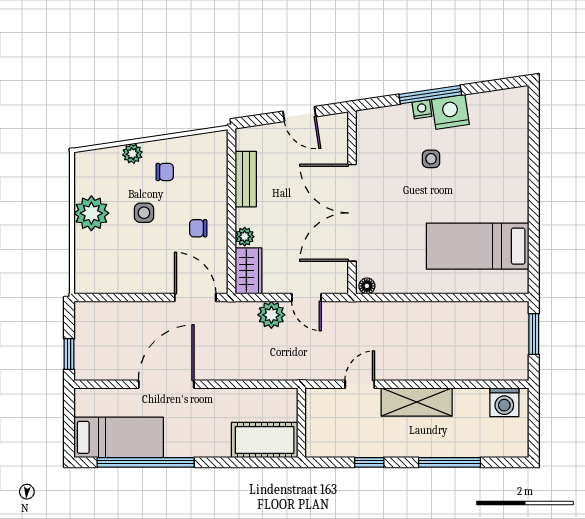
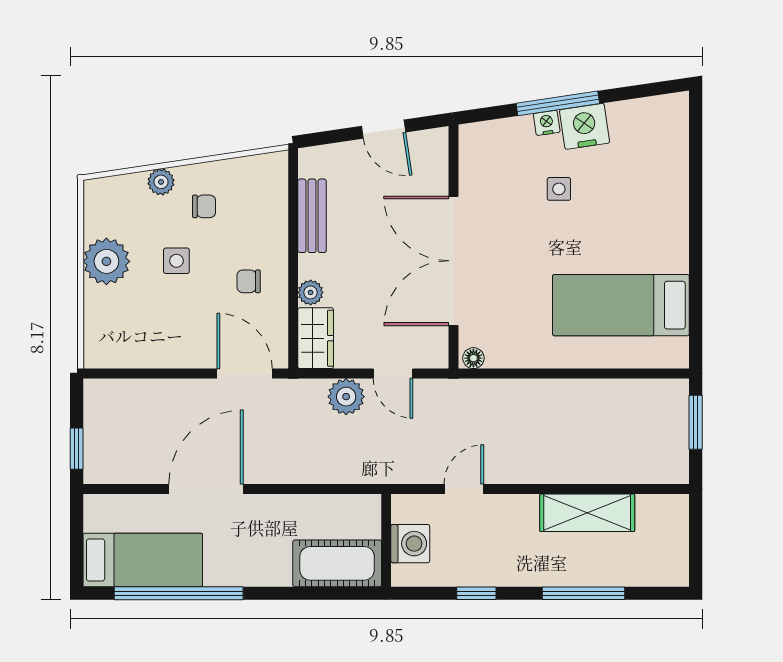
shelving: (417, 402) -> (587, 513), moved
washing machine: (504, 402) -> (410, 544), moved, turned -90

